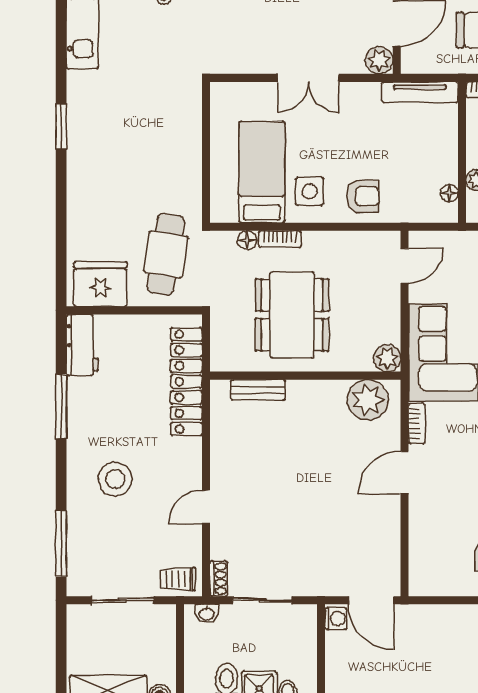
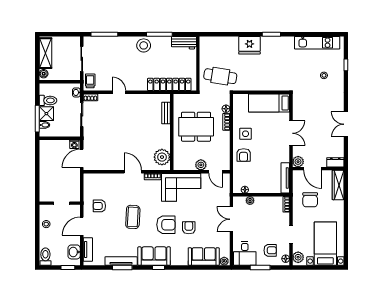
double door: (308, 78) -> (291, 133), swing flipped
bed: (262, 172) -> (269, 103), moved, turned 180
fridge: (100, 284) -> (249, 45), moved, turned 90
plant: (387, 358) -> (201, 165), moved
stool: (115, 479) -> (144, 45), moved

